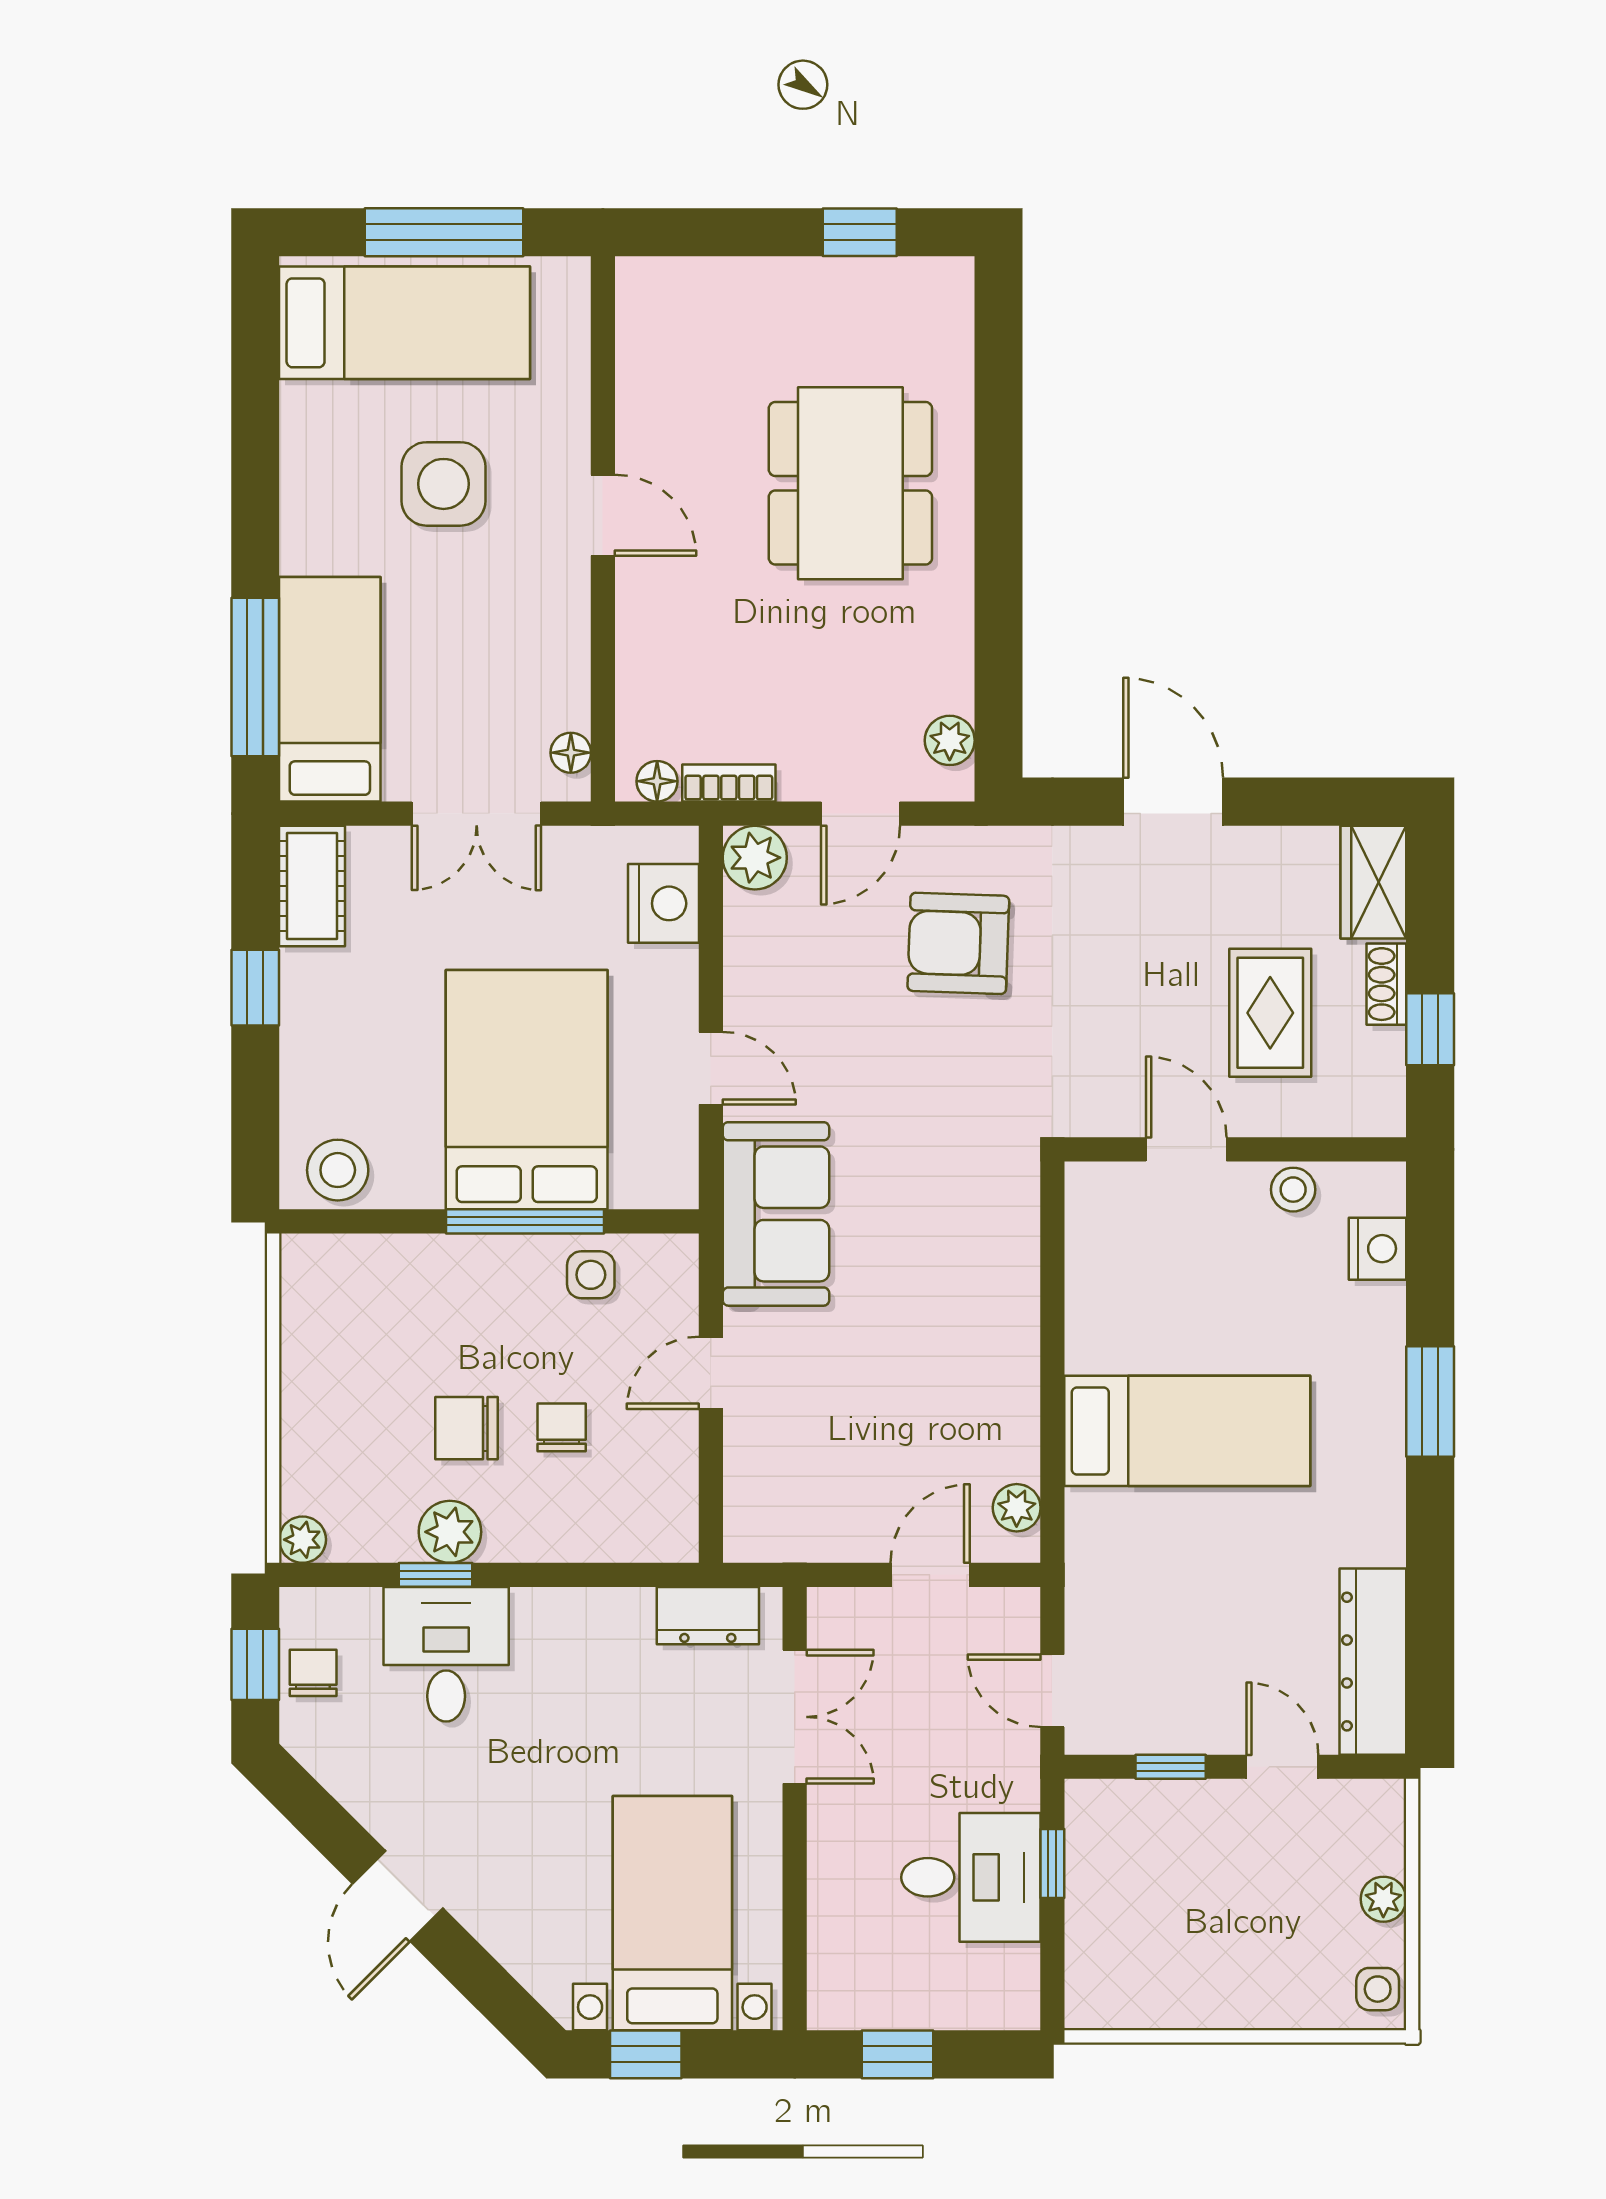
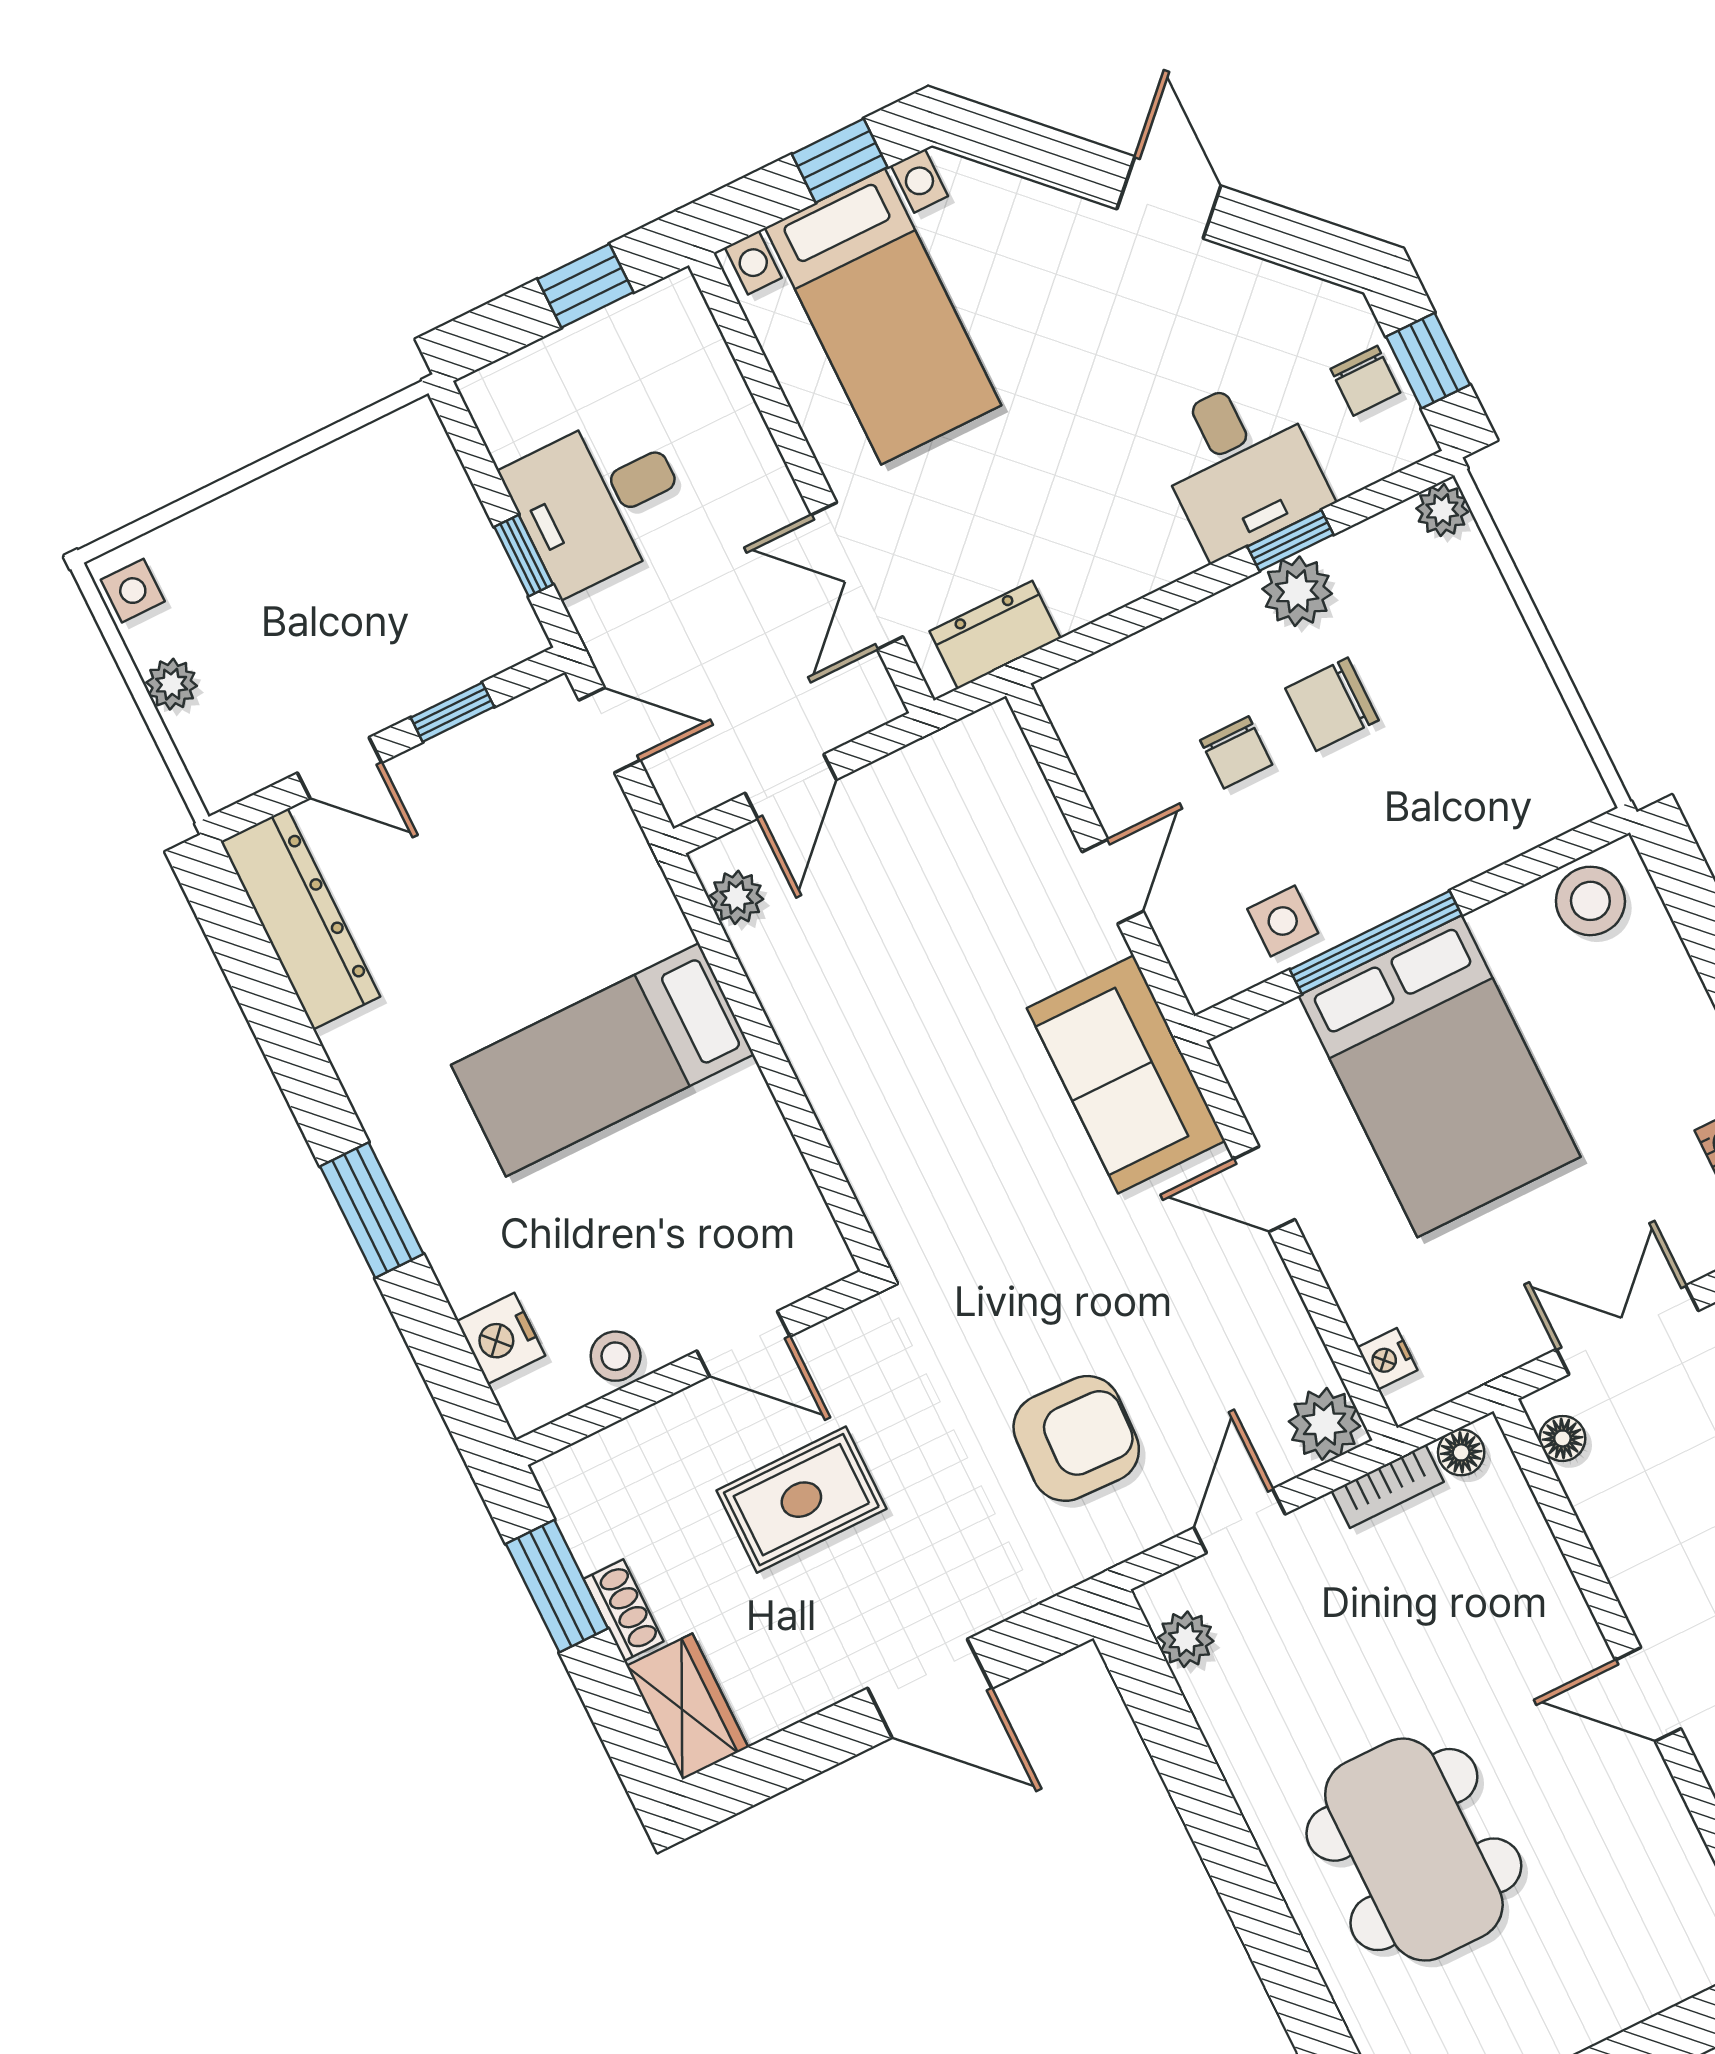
nightstand: (663, 903) -> (1387, 1359), width x0.53, depth x0.56
rug: (1270, 1013) -> (801, 1500), moved, turned 90
window: (1430, 1029) -> (557, 1586), width x1.50
chair: (467, 1428) -> (1332, 704), turned 180

